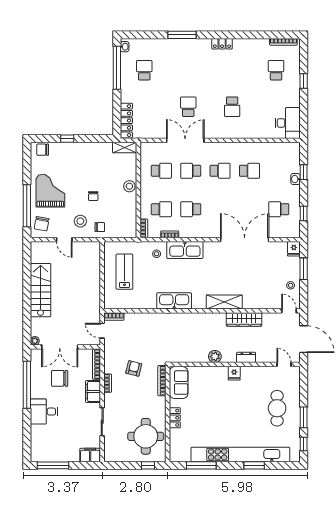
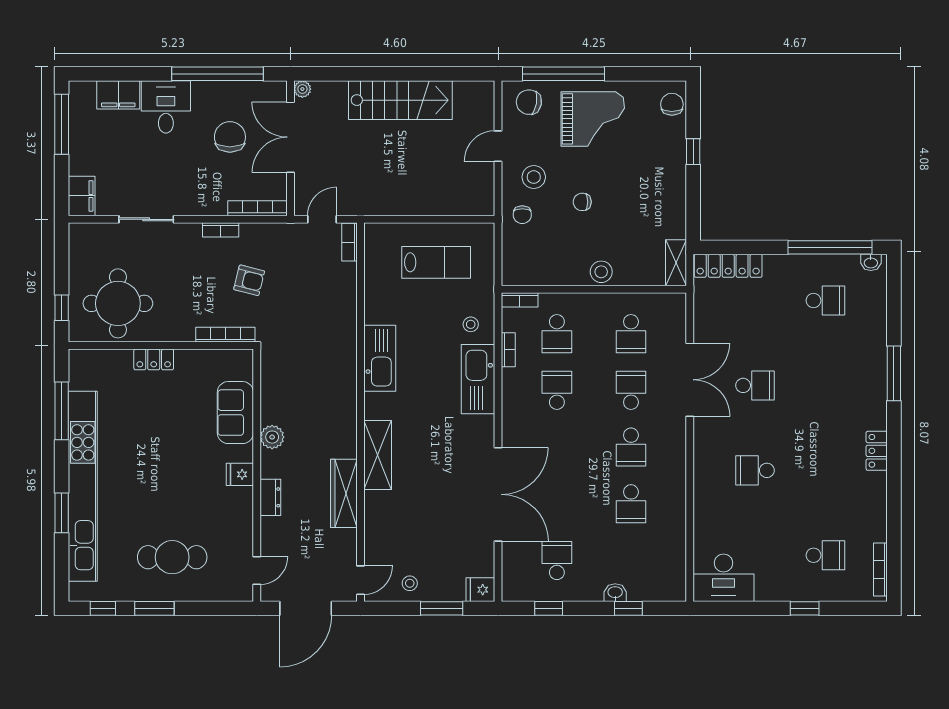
sofa: (179, 383) -> (235, 413), moved, turned 90
filing cabinet: (93, 391) -> (118, 95), moved, turned 180

